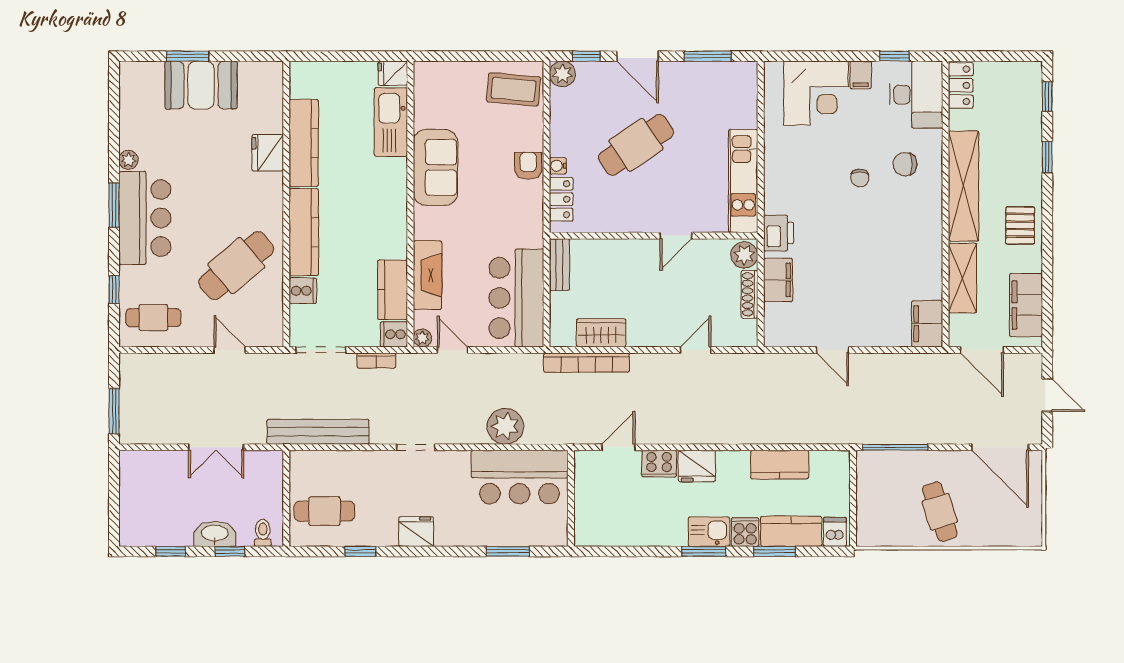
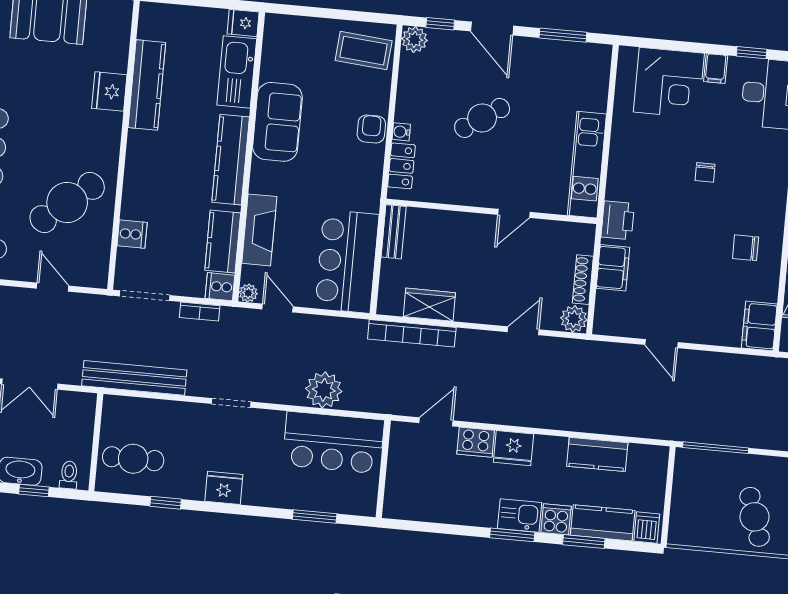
cafe table: (636, 145) -> (482, 118), width x0.73, depth x0.74
chair: (905, 164) -> (746, 248), moved
kitchen counter: (304, 232) -> (231, 160), moved, turned 180
plant: (744, 255) -> (574, 319), moved

